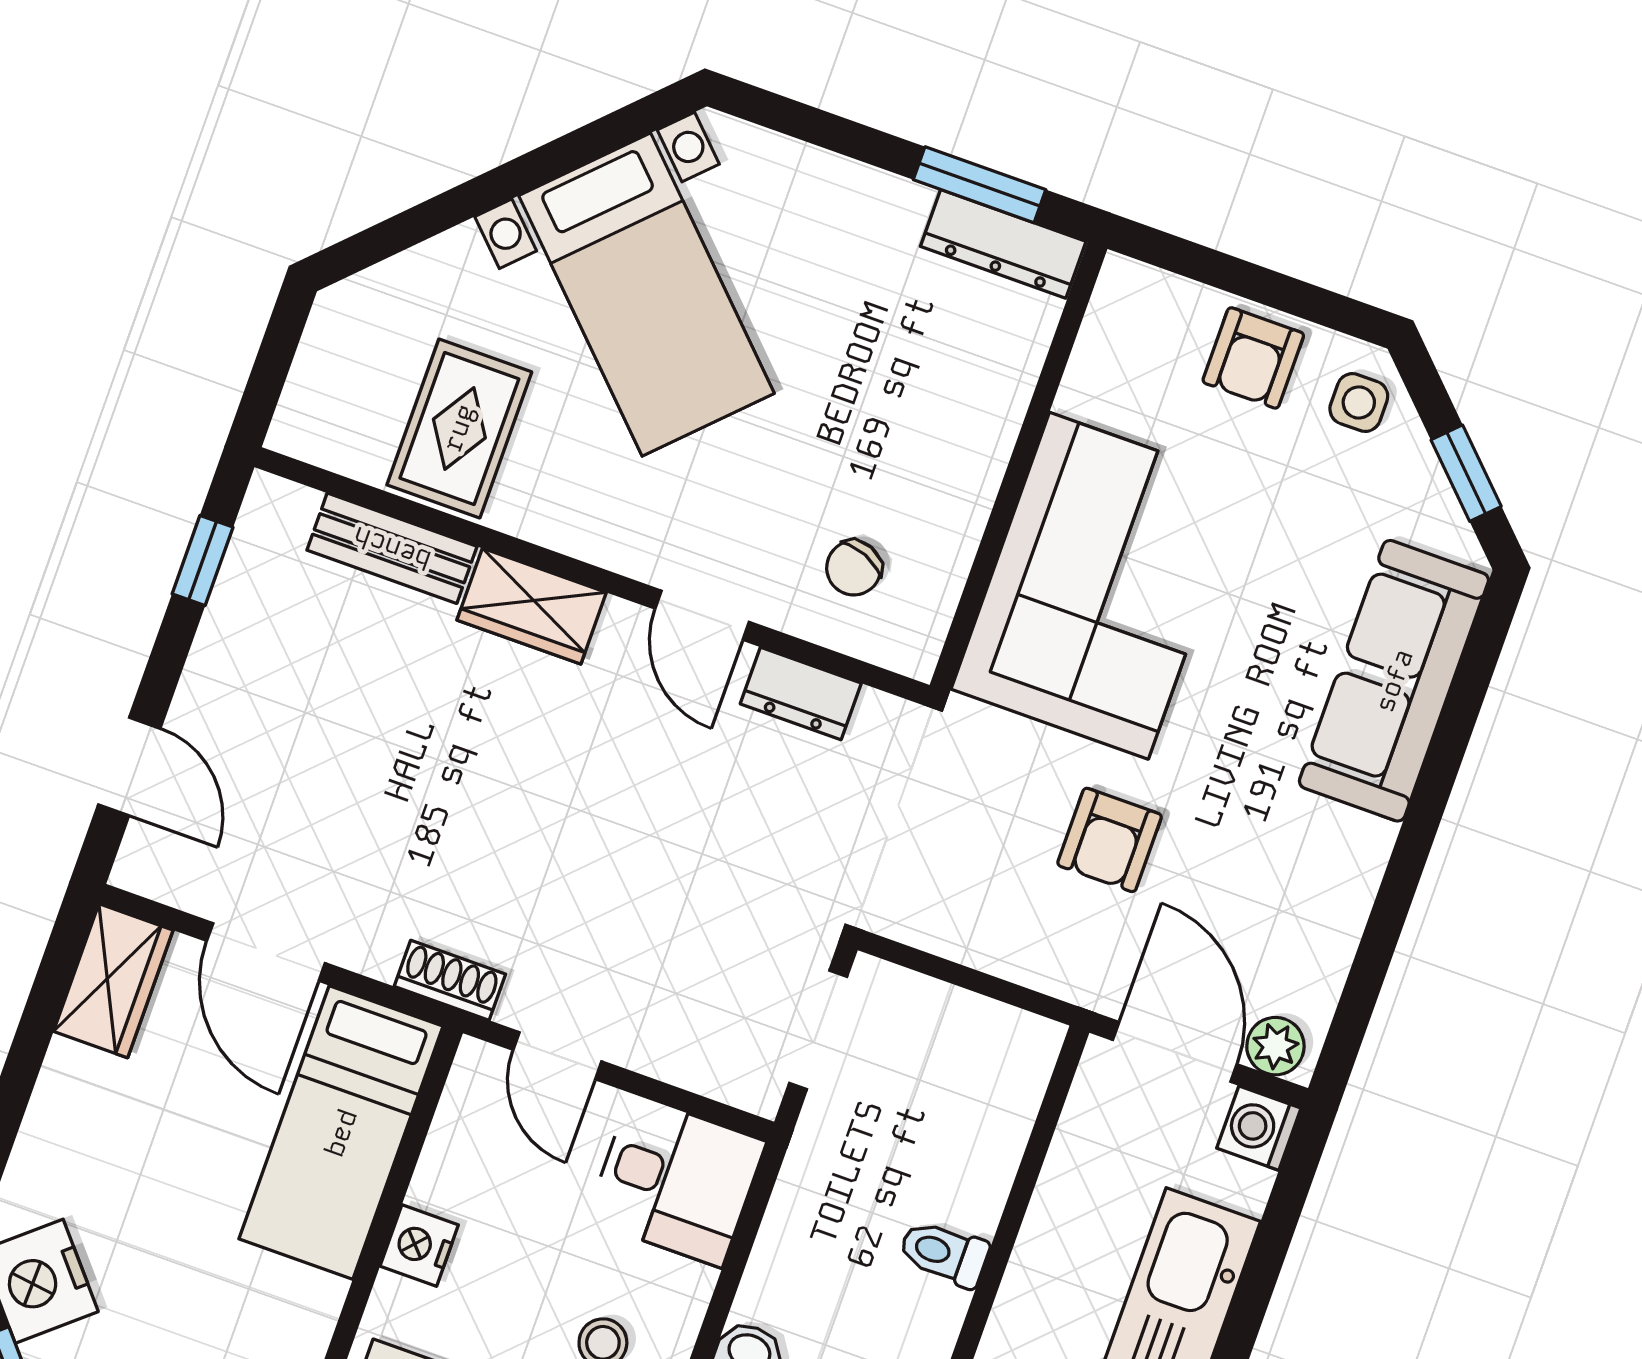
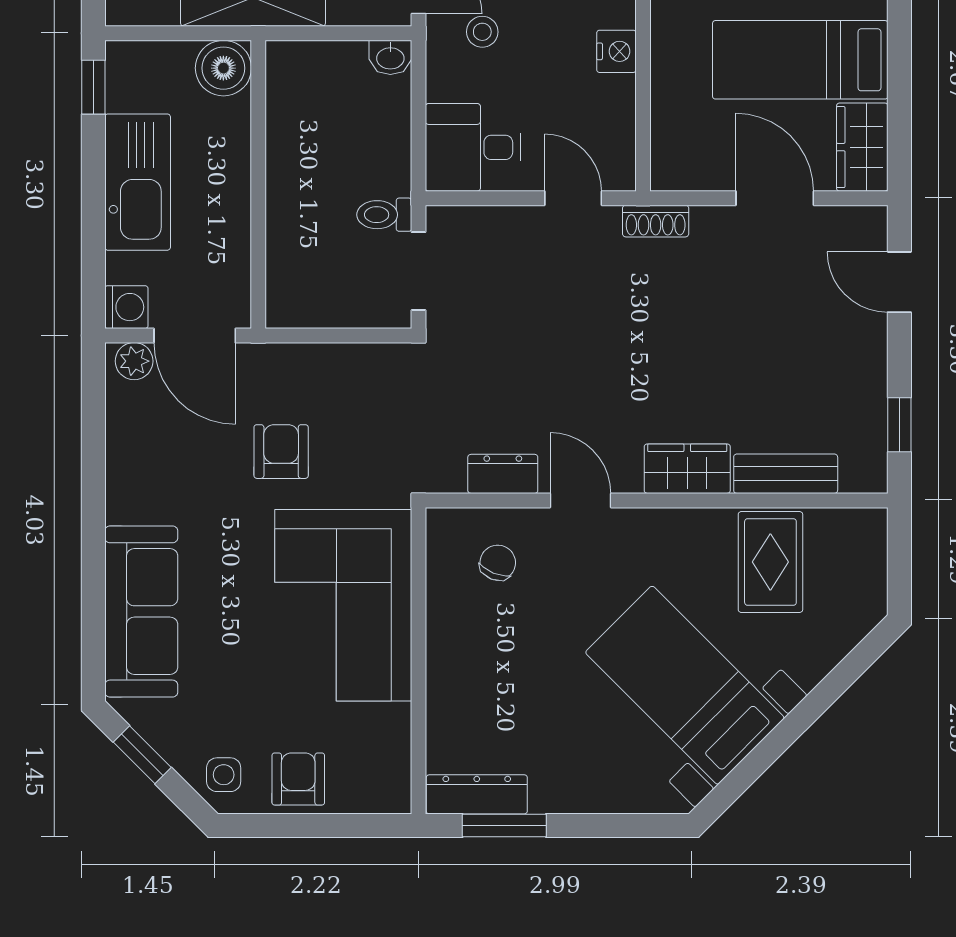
bed: (341, 1133) -> (800, 60), moved, turned -90
toilet: (944, 1253) -> (384, 215), moved, turned 180

